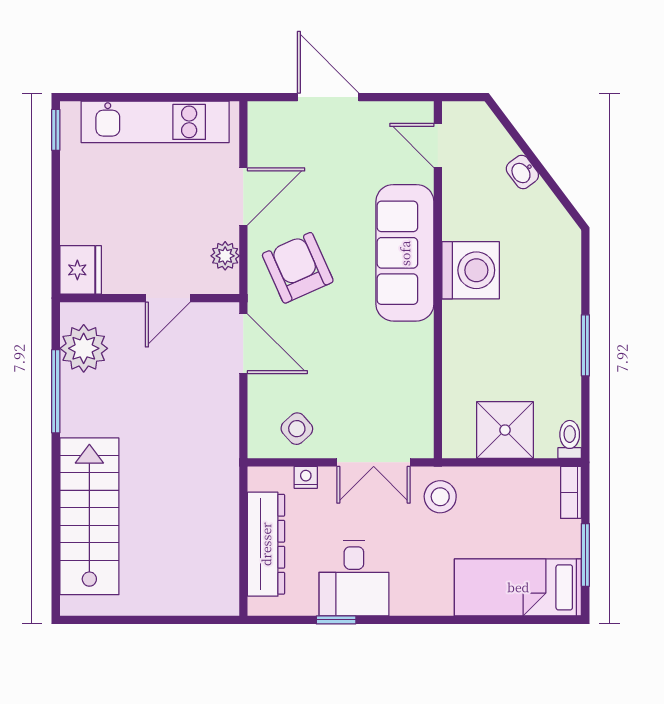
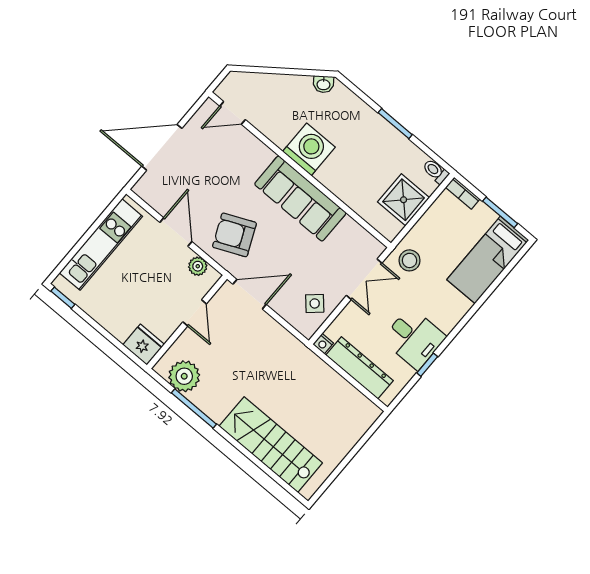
door: (328, 97) -> (162, 147), width x1.36
washbasin: (522, 172) -> (323, 84), moved
sofa: (405, 253) -> (300, 199), moved
nightstand: (306, 477) -> (323, 344), moved, turned -90

